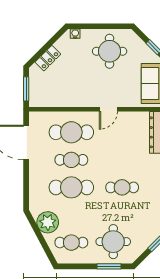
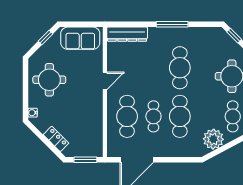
door: (108, 109) -> (105, 81), hinge flipped
cafe table: (122, 187) -> (180, 68), width x1.37, depth x1.35

